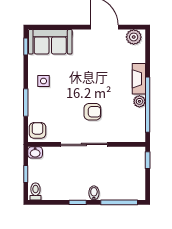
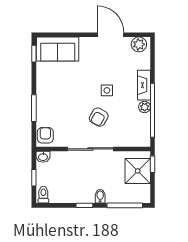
side table: (43, 81) -> (107, 90), moved
armchair: (92, 112) -> (99, 117), turned 120
shower: (132, 167) -> (138, 171), added

